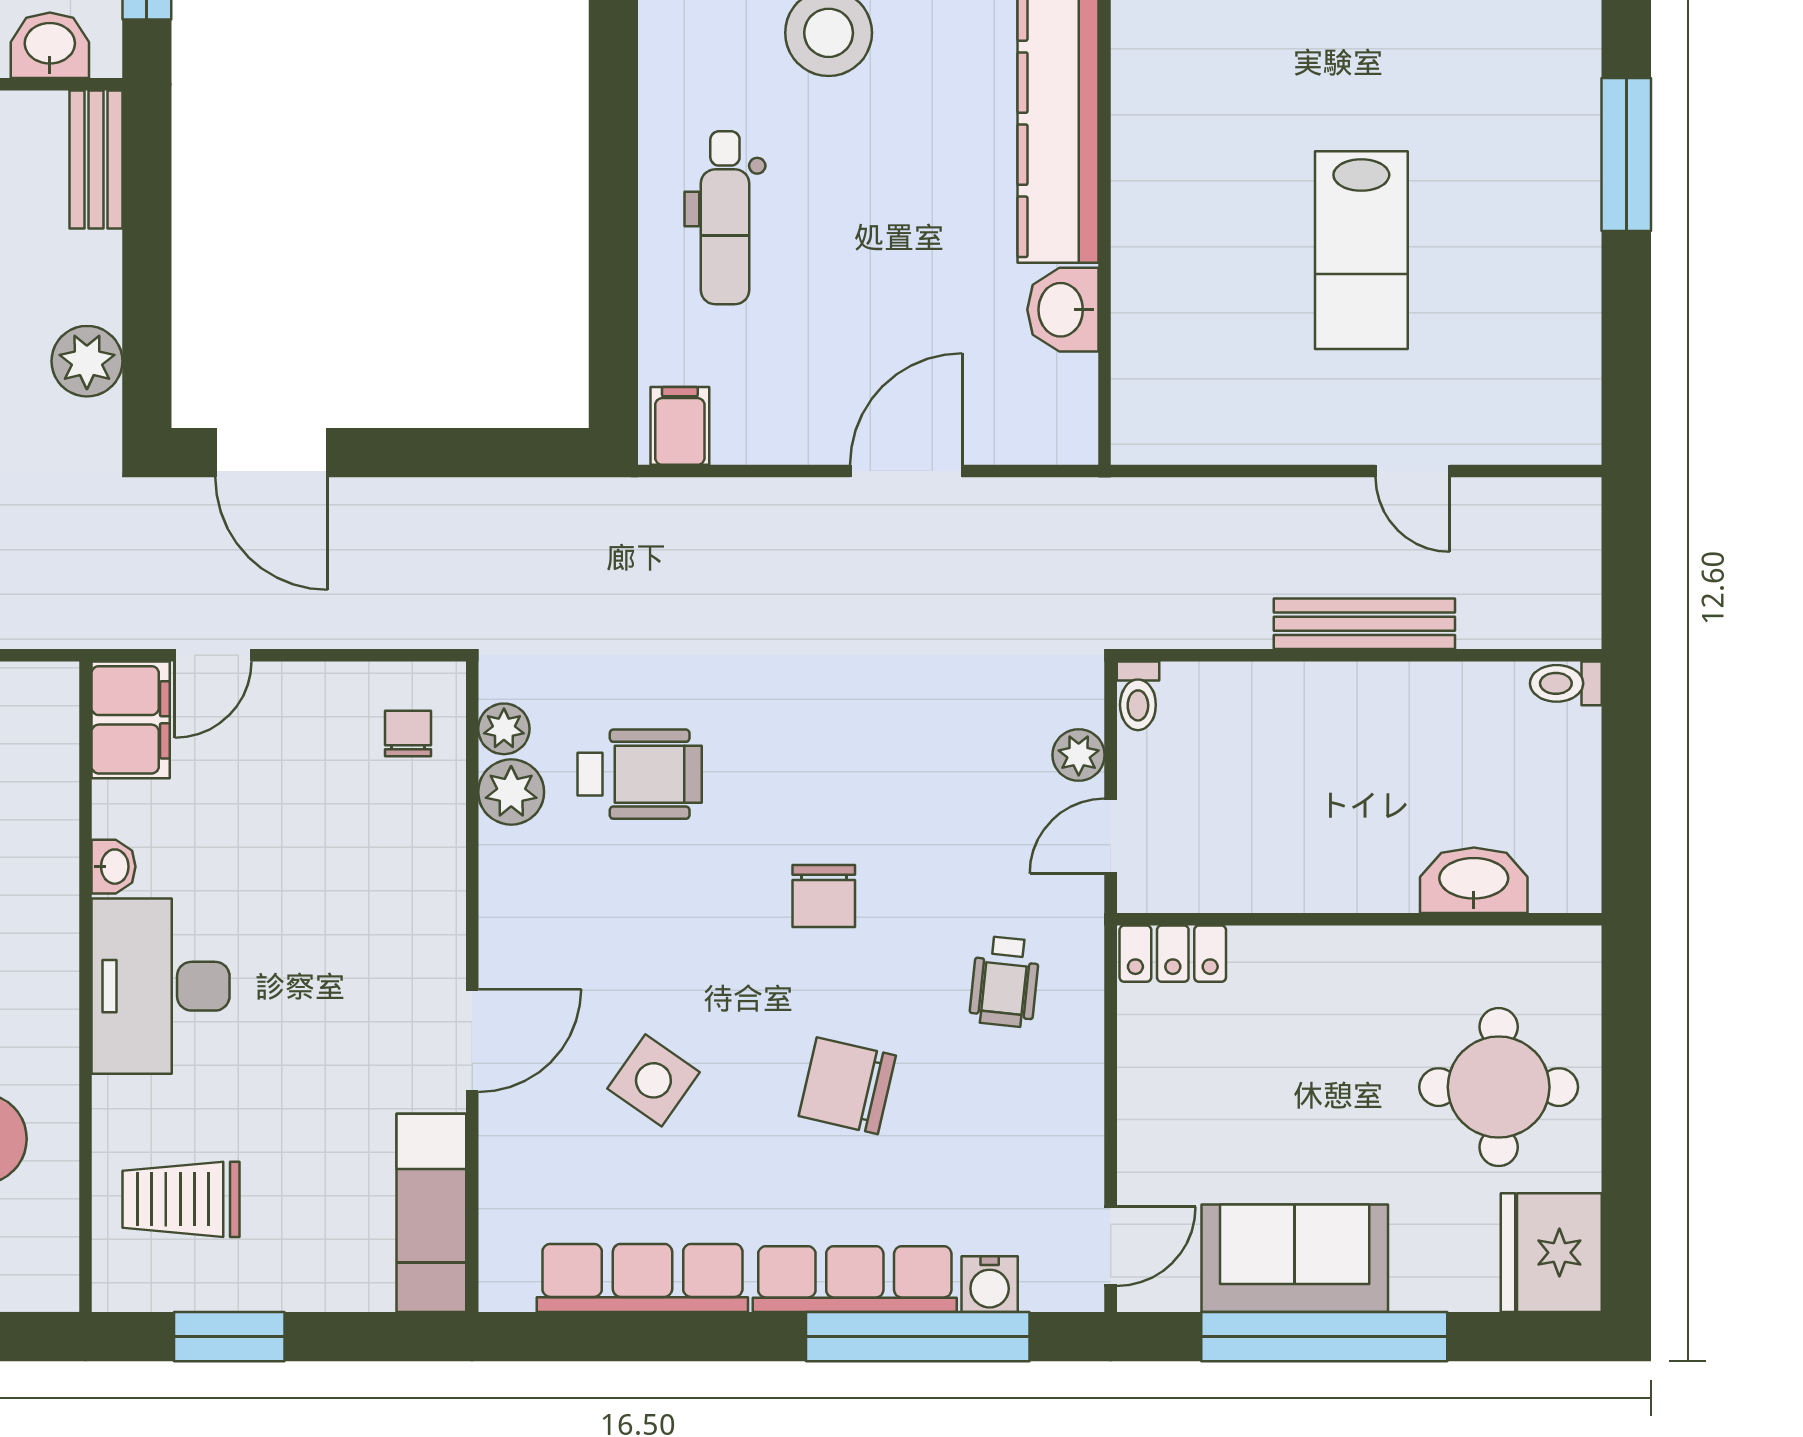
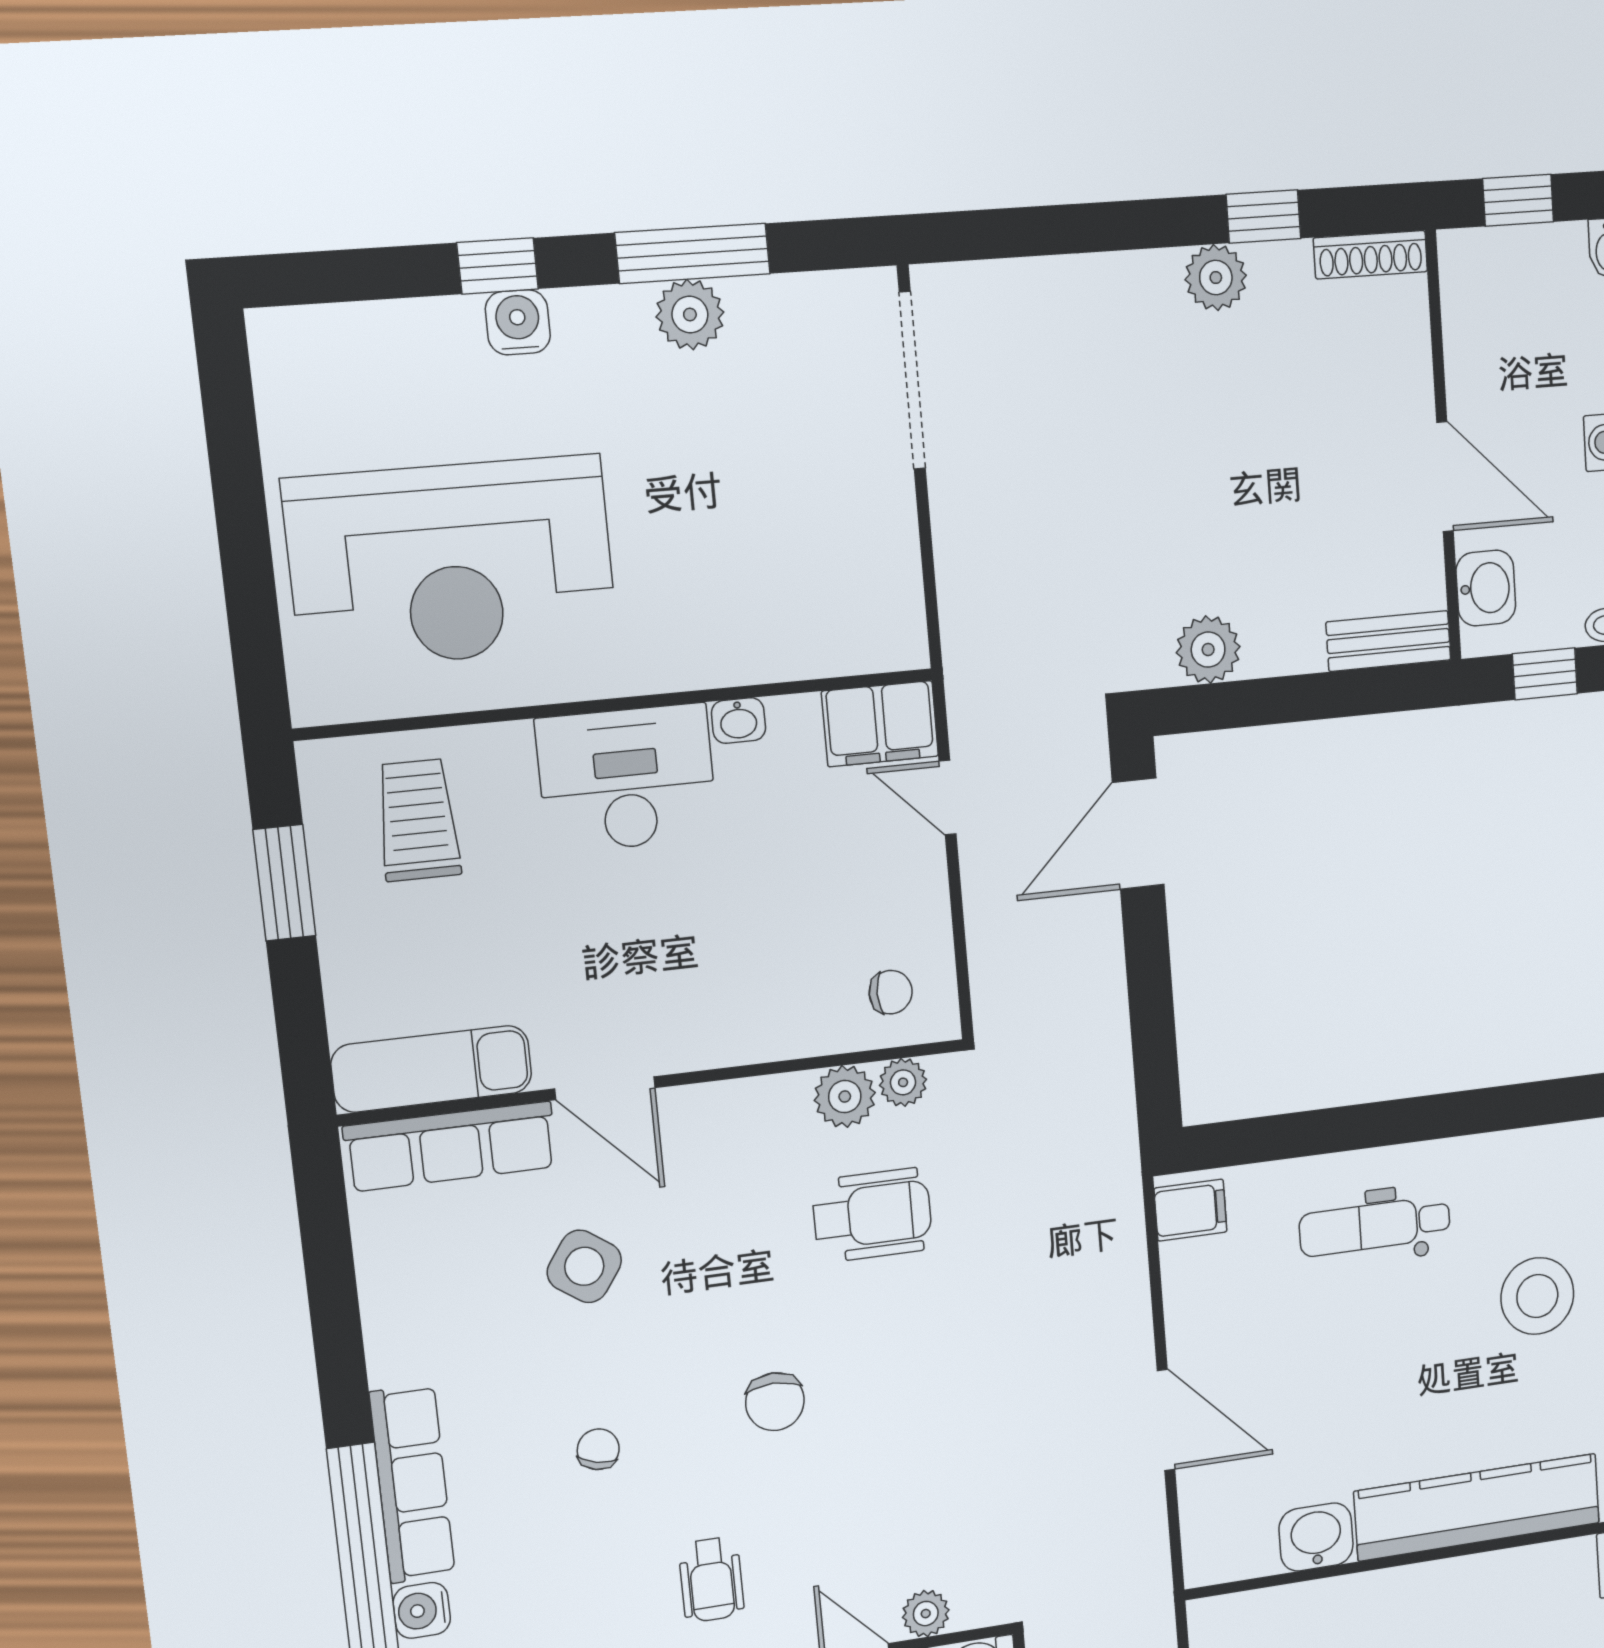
wheelchair: (640, 774) -> (872, 1215), turned -90
chair: (824, 896) -> (775, 1402), turned -90
wheelchair: (1005, 982) -> (711, 1580), turned -96
chair: (847, 1086) -> (598, 1449), width x0.54, depth x0.54
row of seats: (642, 1278) -> (451, 1147), moved, turned 90

